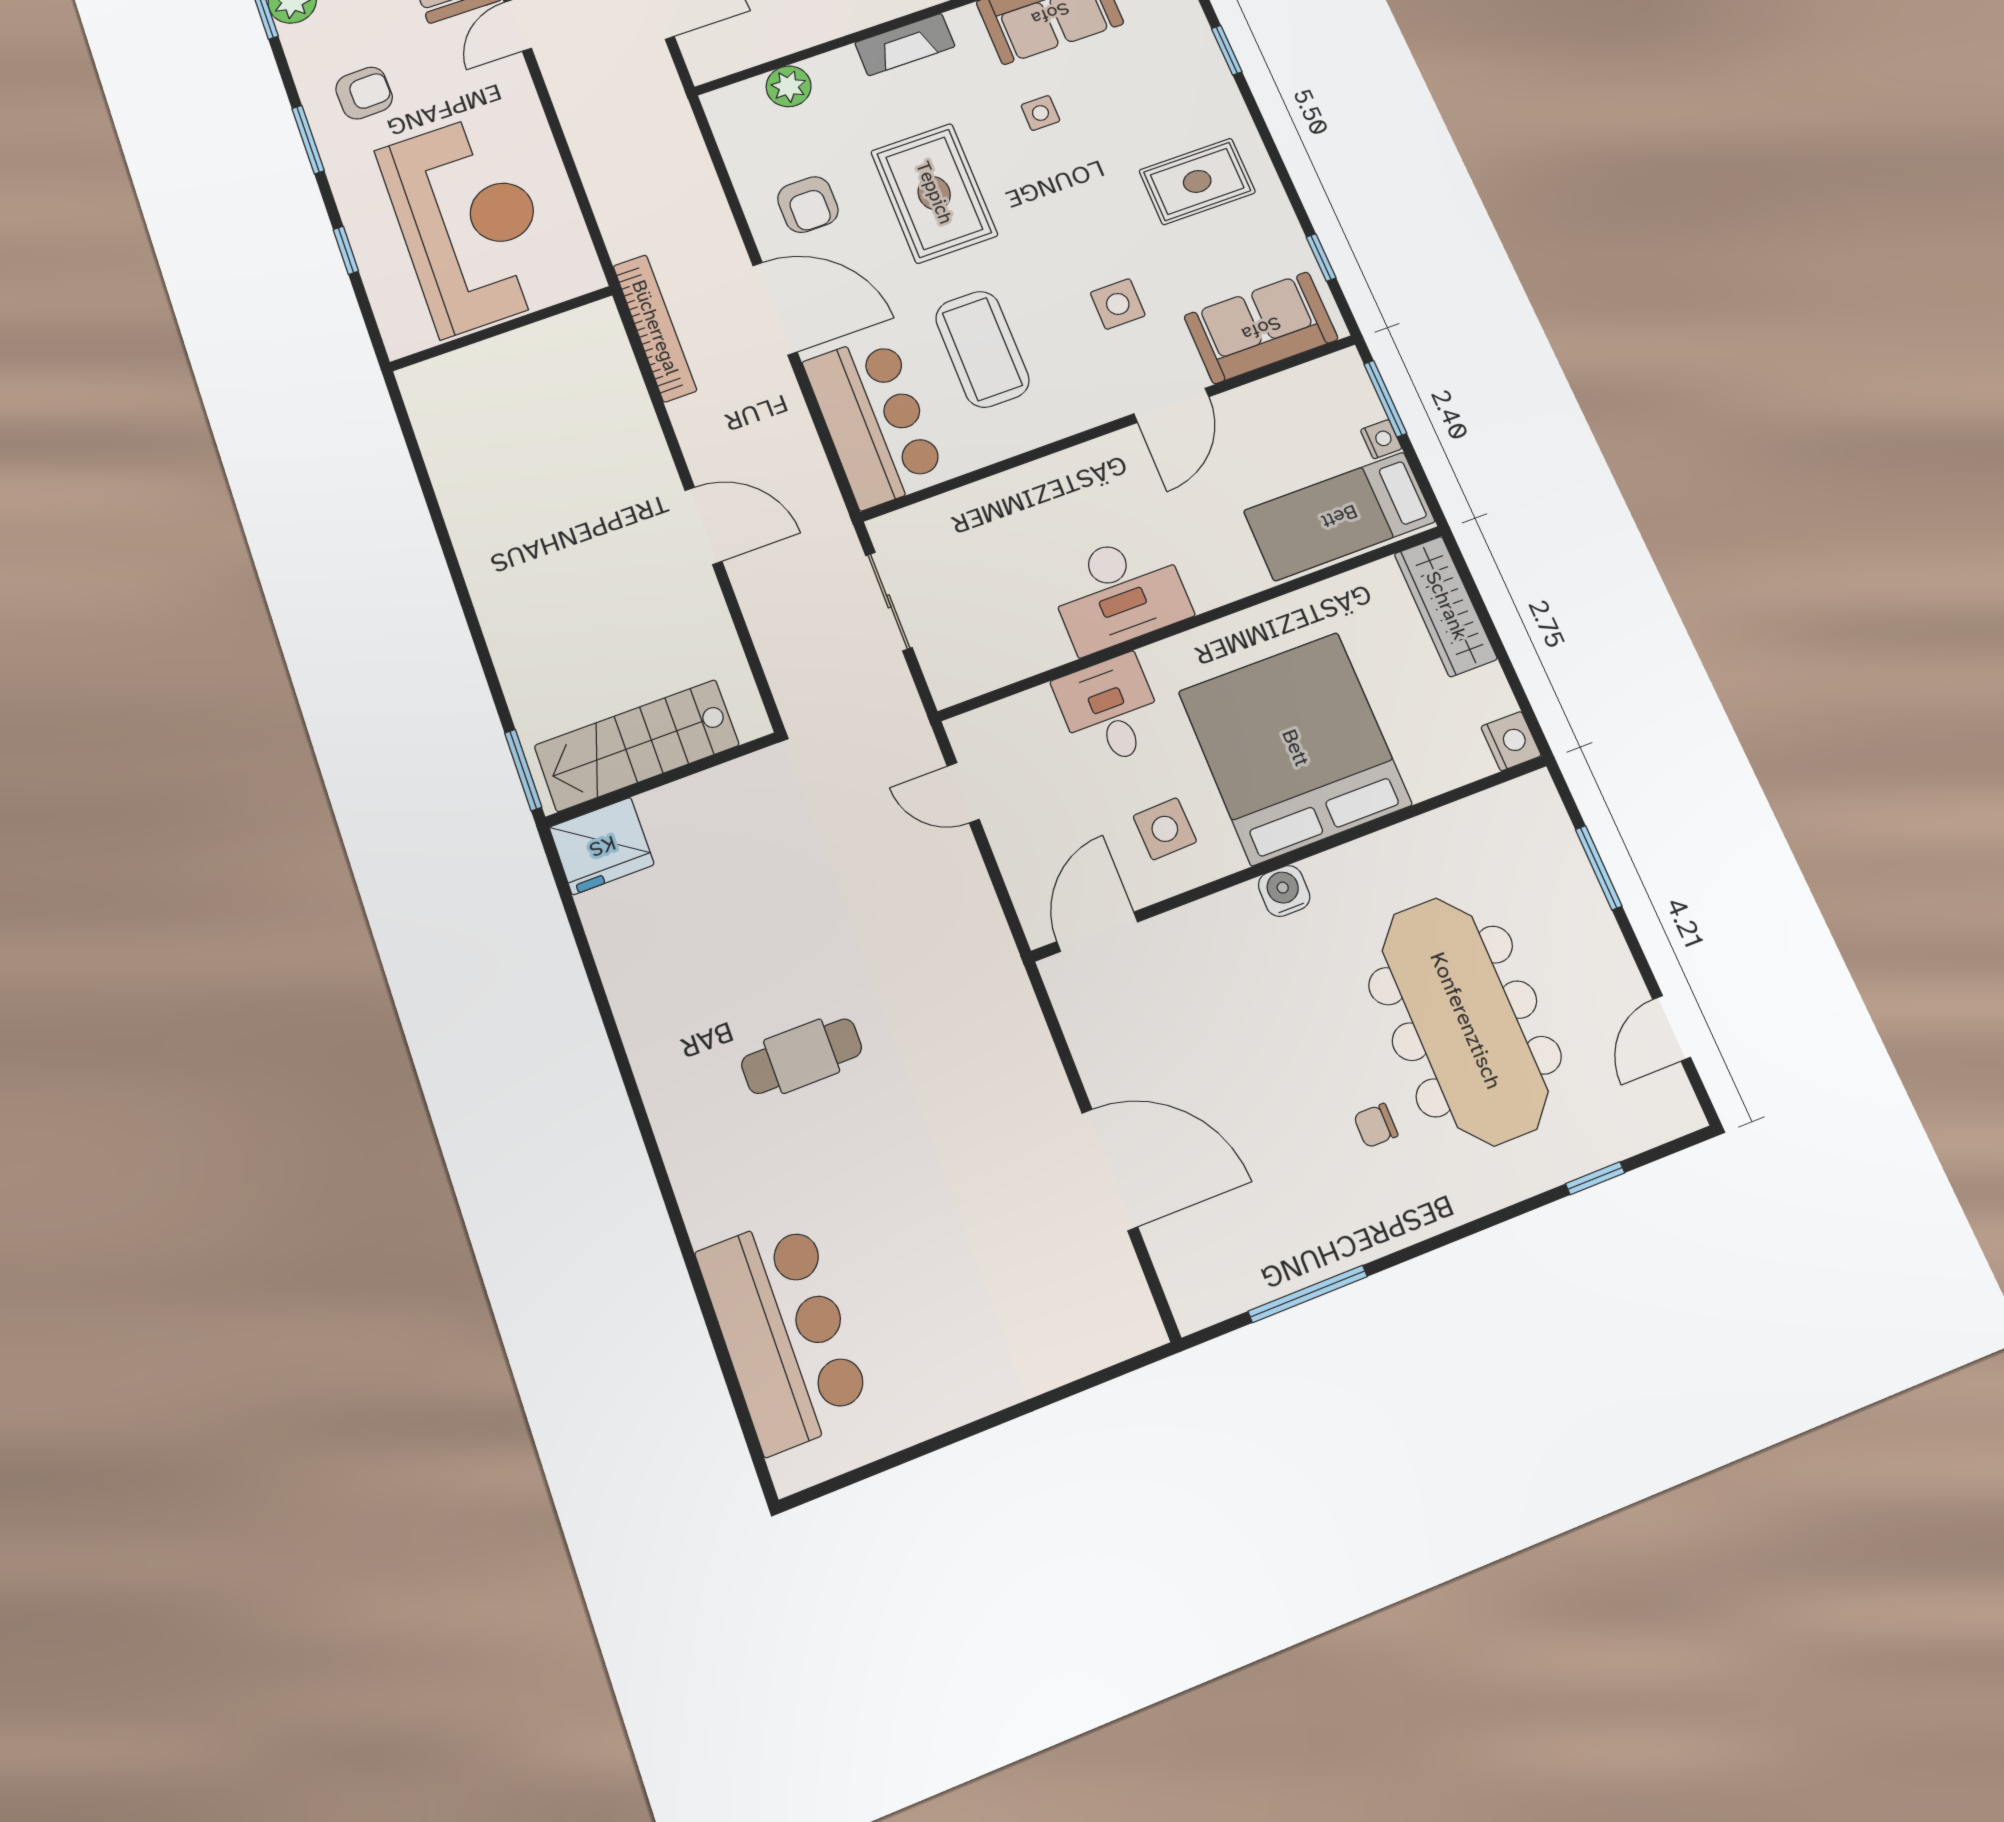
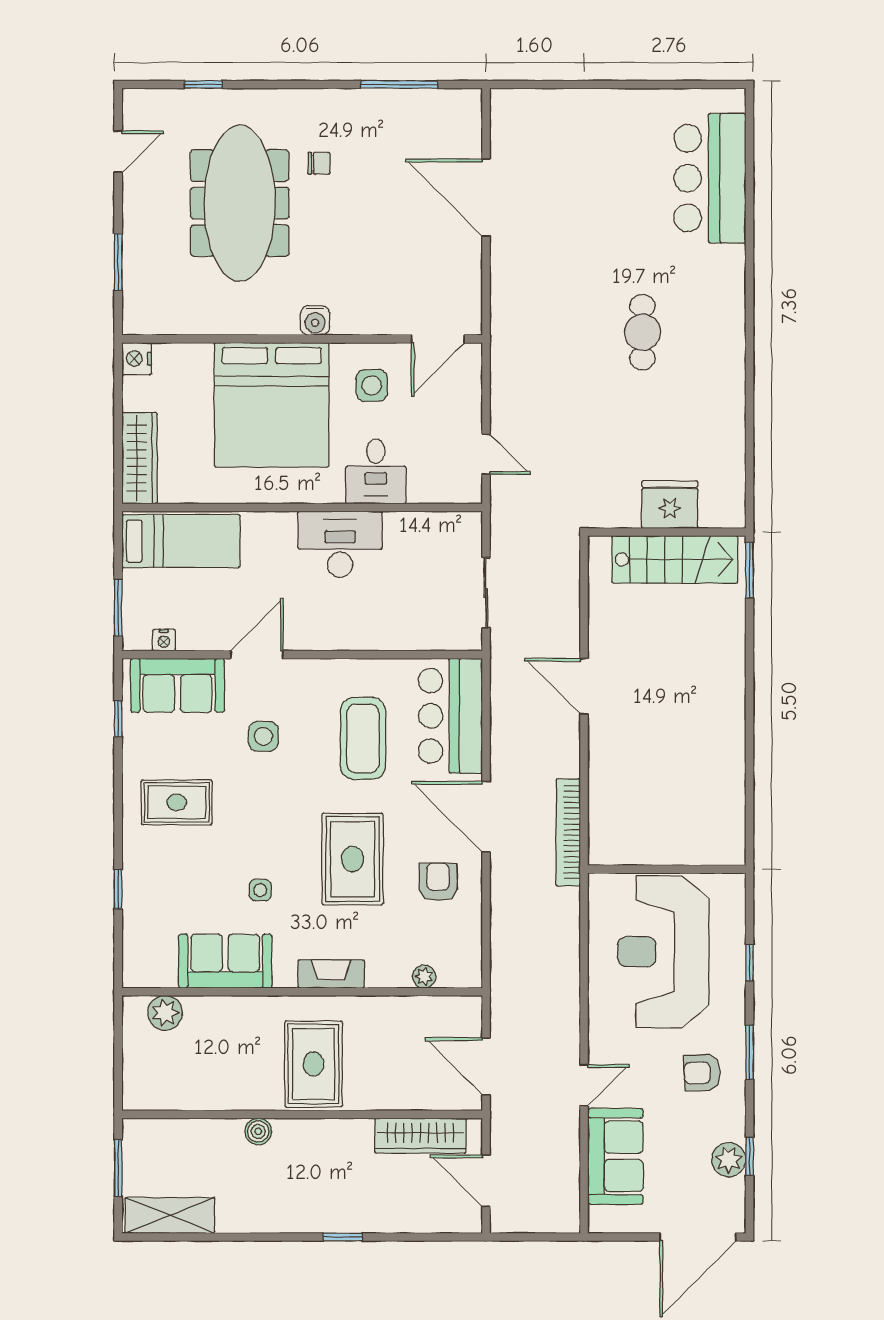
plant: (789, 86) -> (424, 977), width x0.73, depth x0.73
nightstand: (1381, 439) -> (164, 640), moved, turned -90
fridge: (602, 846) -> (670, 505), moved
cafe table: (802, 1056) -> (642, 332), turned 90

